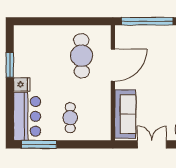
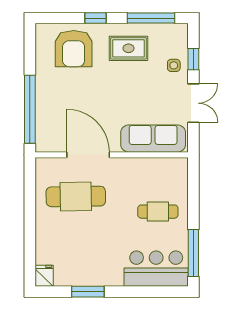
fridge: (22, 84) -> (44, 276), moved
double door: (152, 144) -> (193, 103), swing flipped

